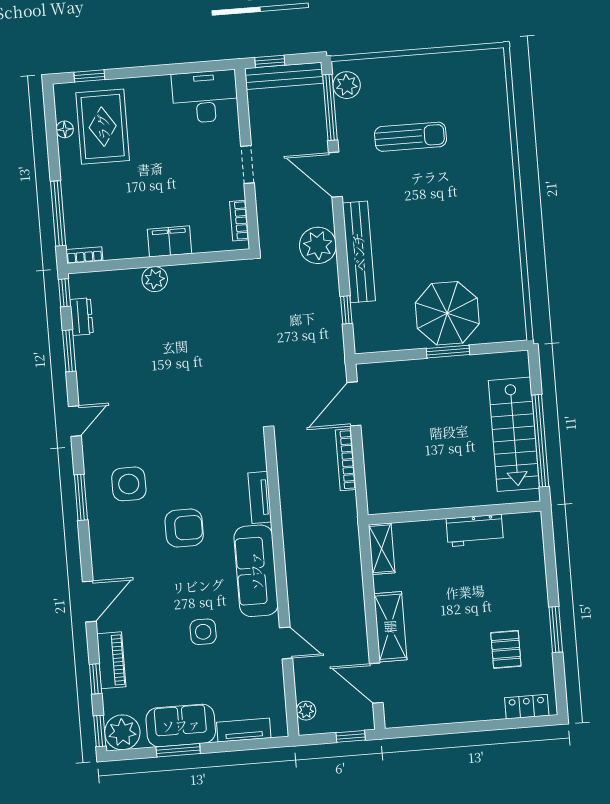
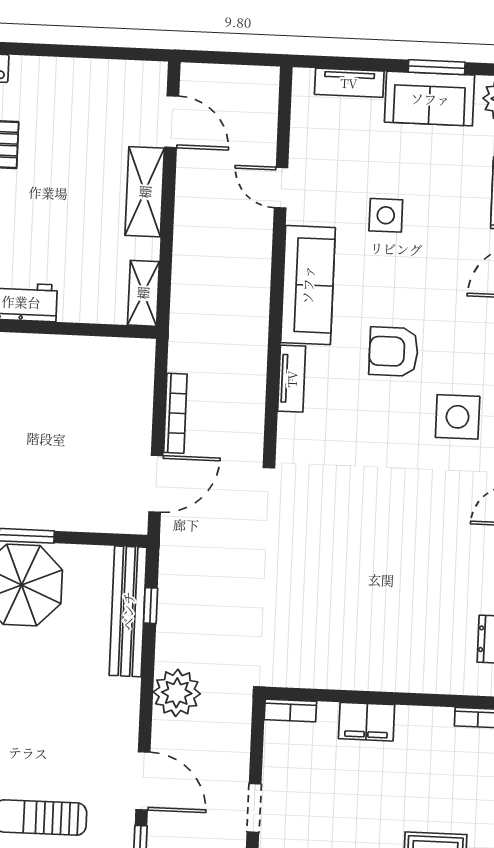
bookcase: (239, 221) -> (290, 710), moved, turned 90
bench: (359, 252) -> (128, 611), moved
plant: (155, 279) -> (392, 676), removed
plant: (306, 711) -> (266, 98), removed
window: (351, 736) -> (213, 57), removed

